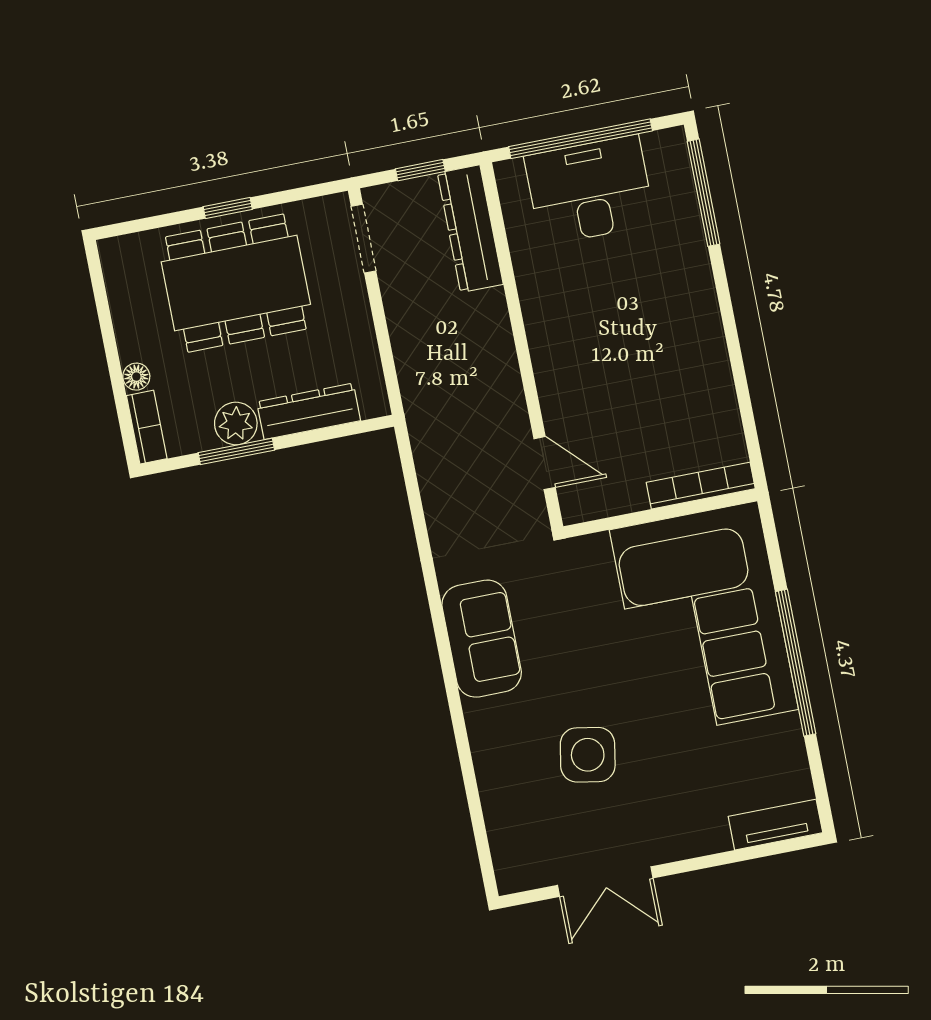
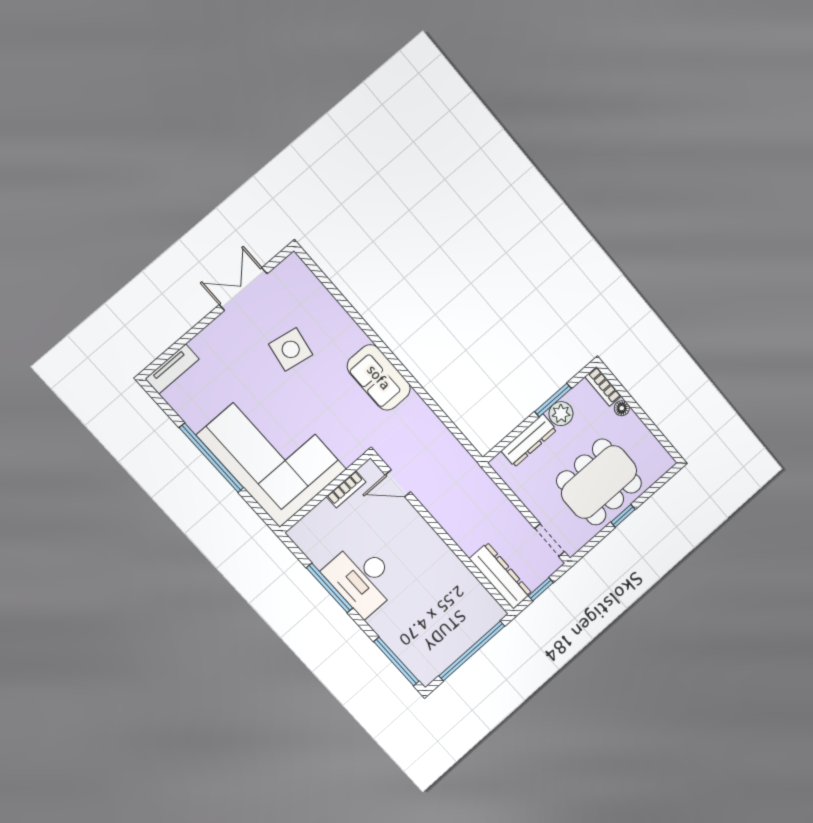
desk: (590, 190) -> (362, 578), moved, turned 90
window: (737, 366) -> (330, 588), added
bookcase: (701, 486) -> (346, 489), moved, width x0.64

